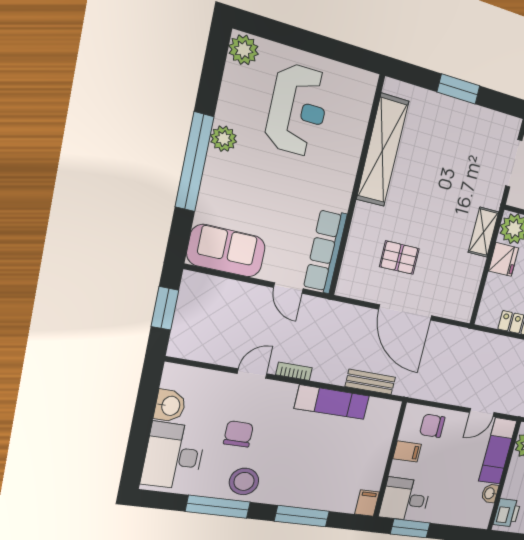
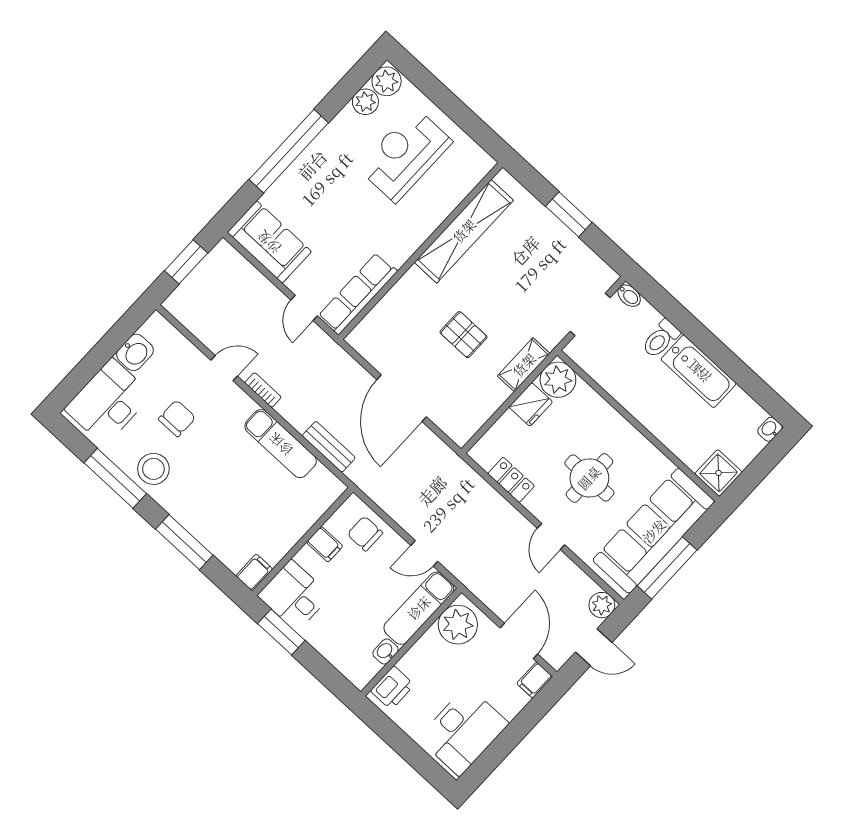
reception desk: (298, 110) -> (405, 155), turned 180
plant: (224, 139) -> (365, 102), moved
pallet: (399, 258) -> (464, 335), moved

